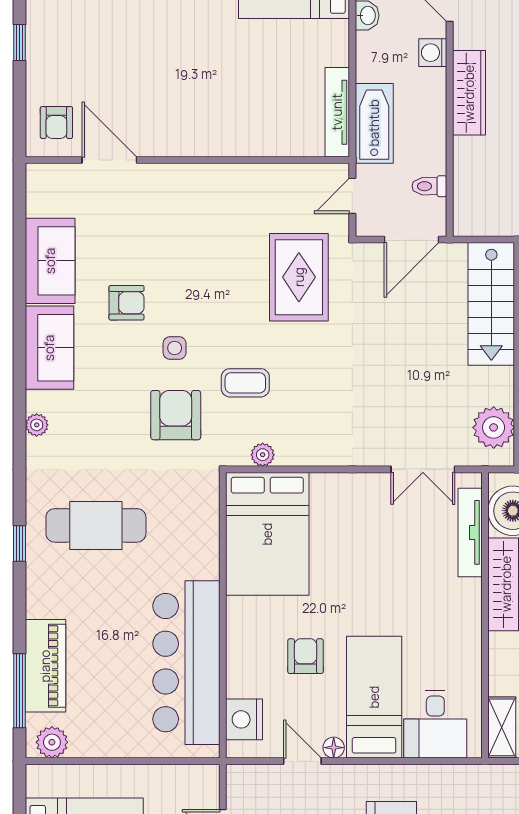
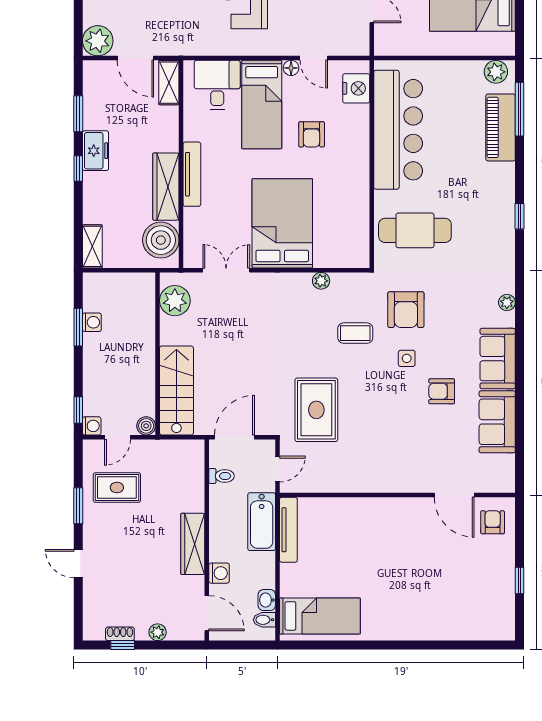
plant: (263, 455) -> (321, 281), moved
cafe table: (96, 525) -> (415, 230), moved
tv unit: (470, 532) -> (192, 174), moved
bed: (267, 534) -> (282, 223), moved

